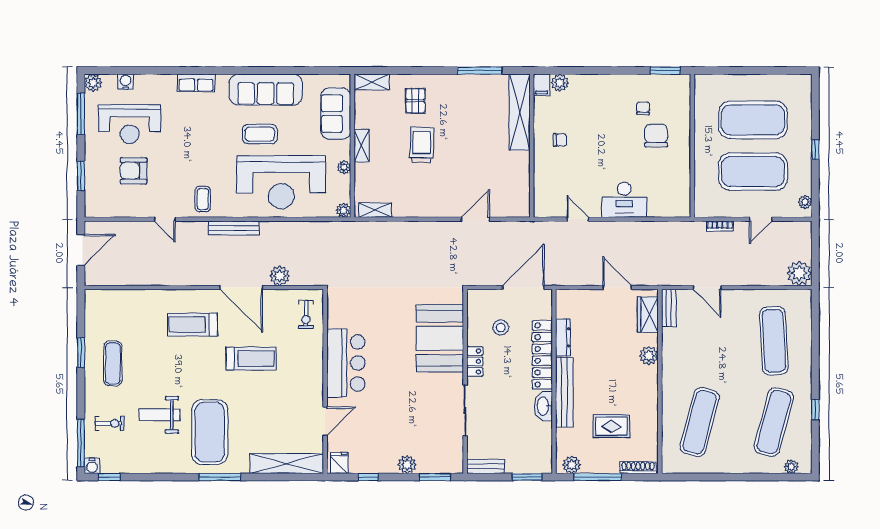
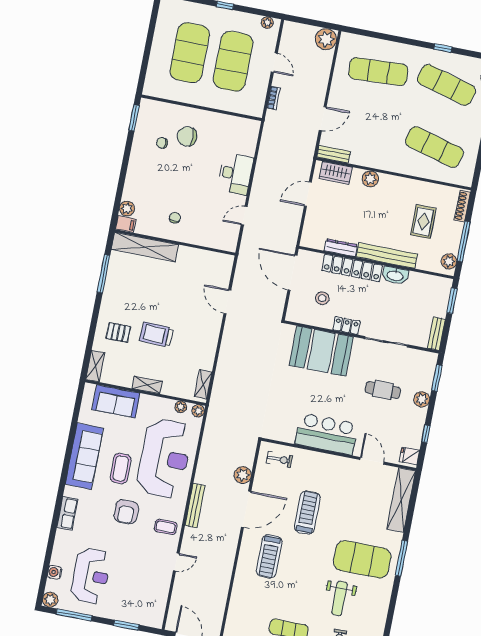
plant: (344, 167) -> (181, 407), moved
armchair: (134, 171) -> (126, 512), moved
cafe table: (409, 418) -> (383, 390), added

